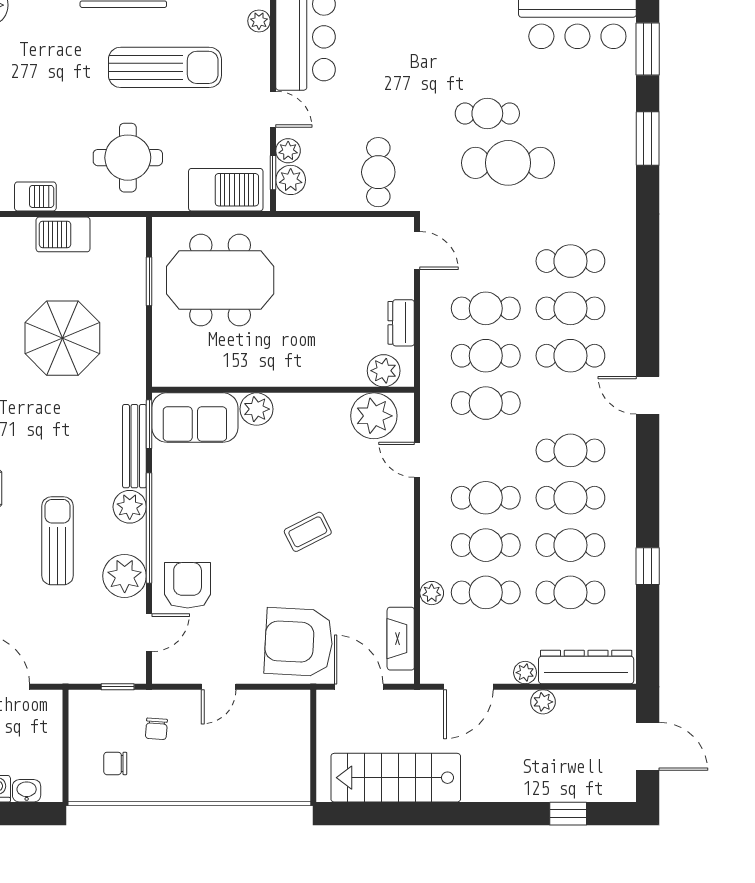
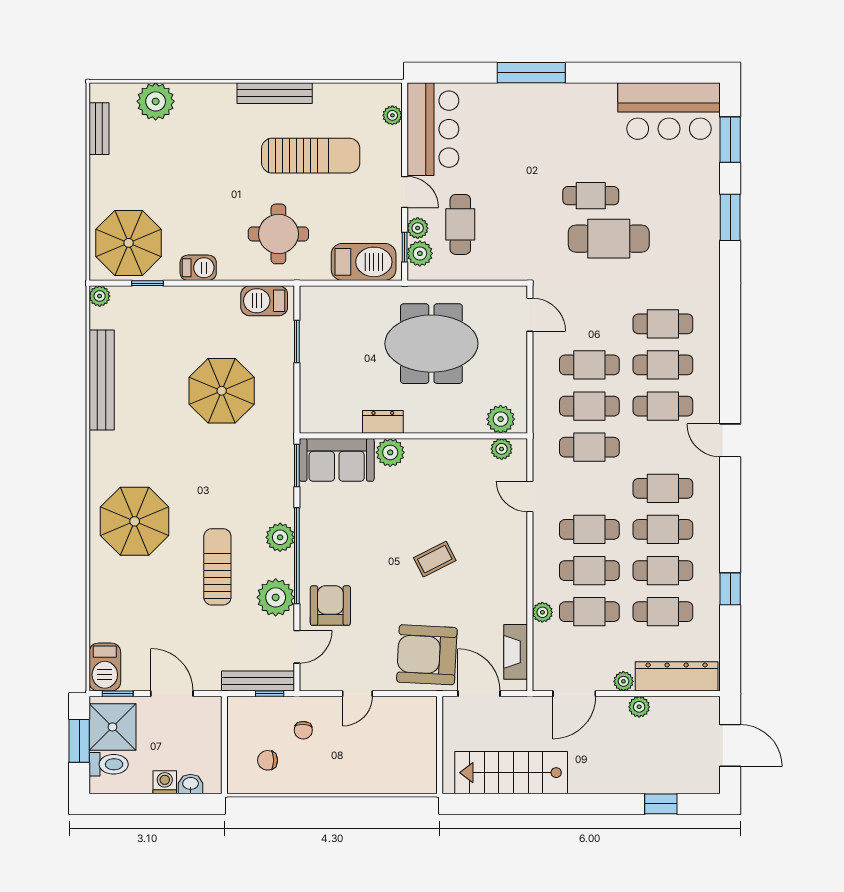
cafe table: (378, 172) -> (460, 224), moved
barbecue: (63, 234) -> (264, 301), moved
meeting table: (220, 280) -> (431, 344), moved
dresser: (401, 323) -> (383, 422), moved, turned 90
plant: (374, 416) -> (502, 449), width x0.53, depth x0.53
bench: (134, 446) -> (258, 681), moved, turned 90

